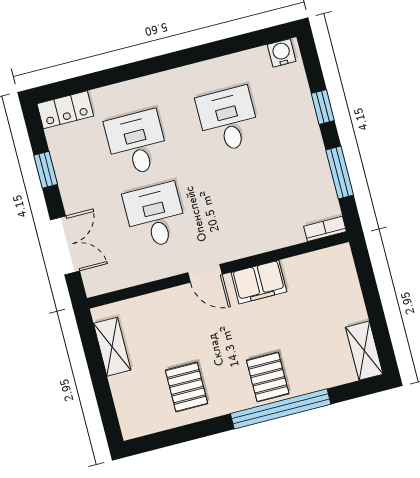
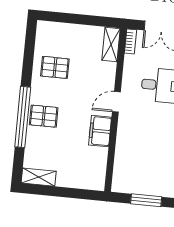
bookcase: (325, 229) -> (130, 41), moved
shelving: (112, 347) -> (111, 44), moved, turned 90

